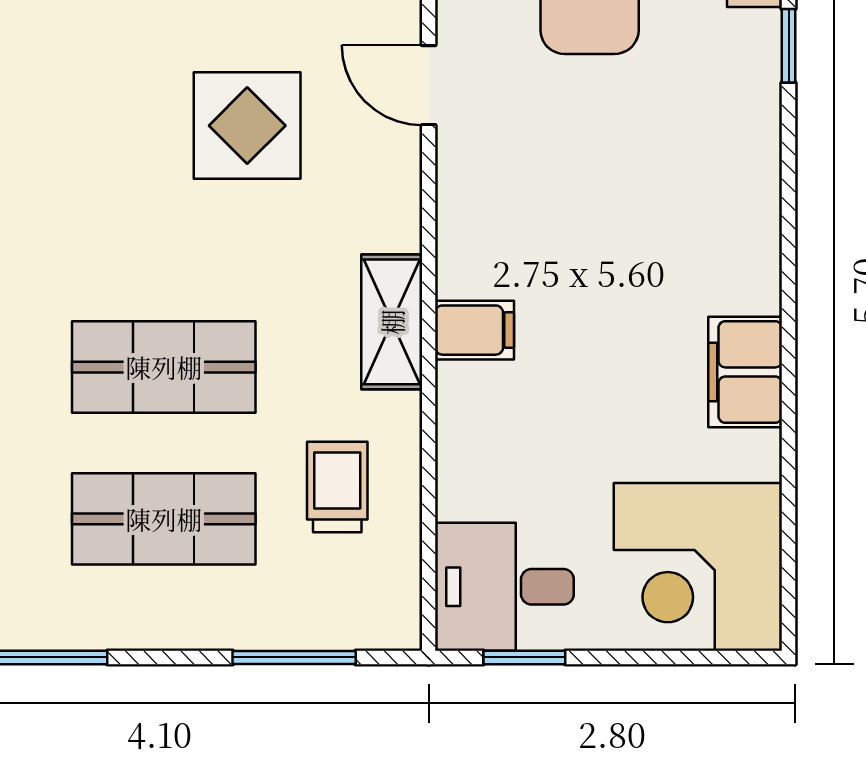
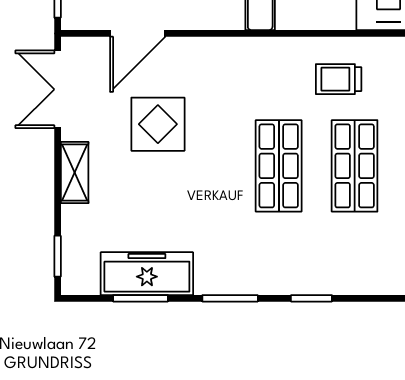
door: (429, 85) -> (138, 33), width x1.38
shelving: (392, 322) -> (256, 52), removed

